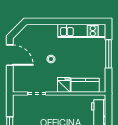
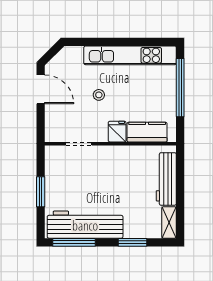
kitchen unit: (82, 31) -> (130, 55), width x1.36
window: (109, 54) -> (180, 88), width x1.46

